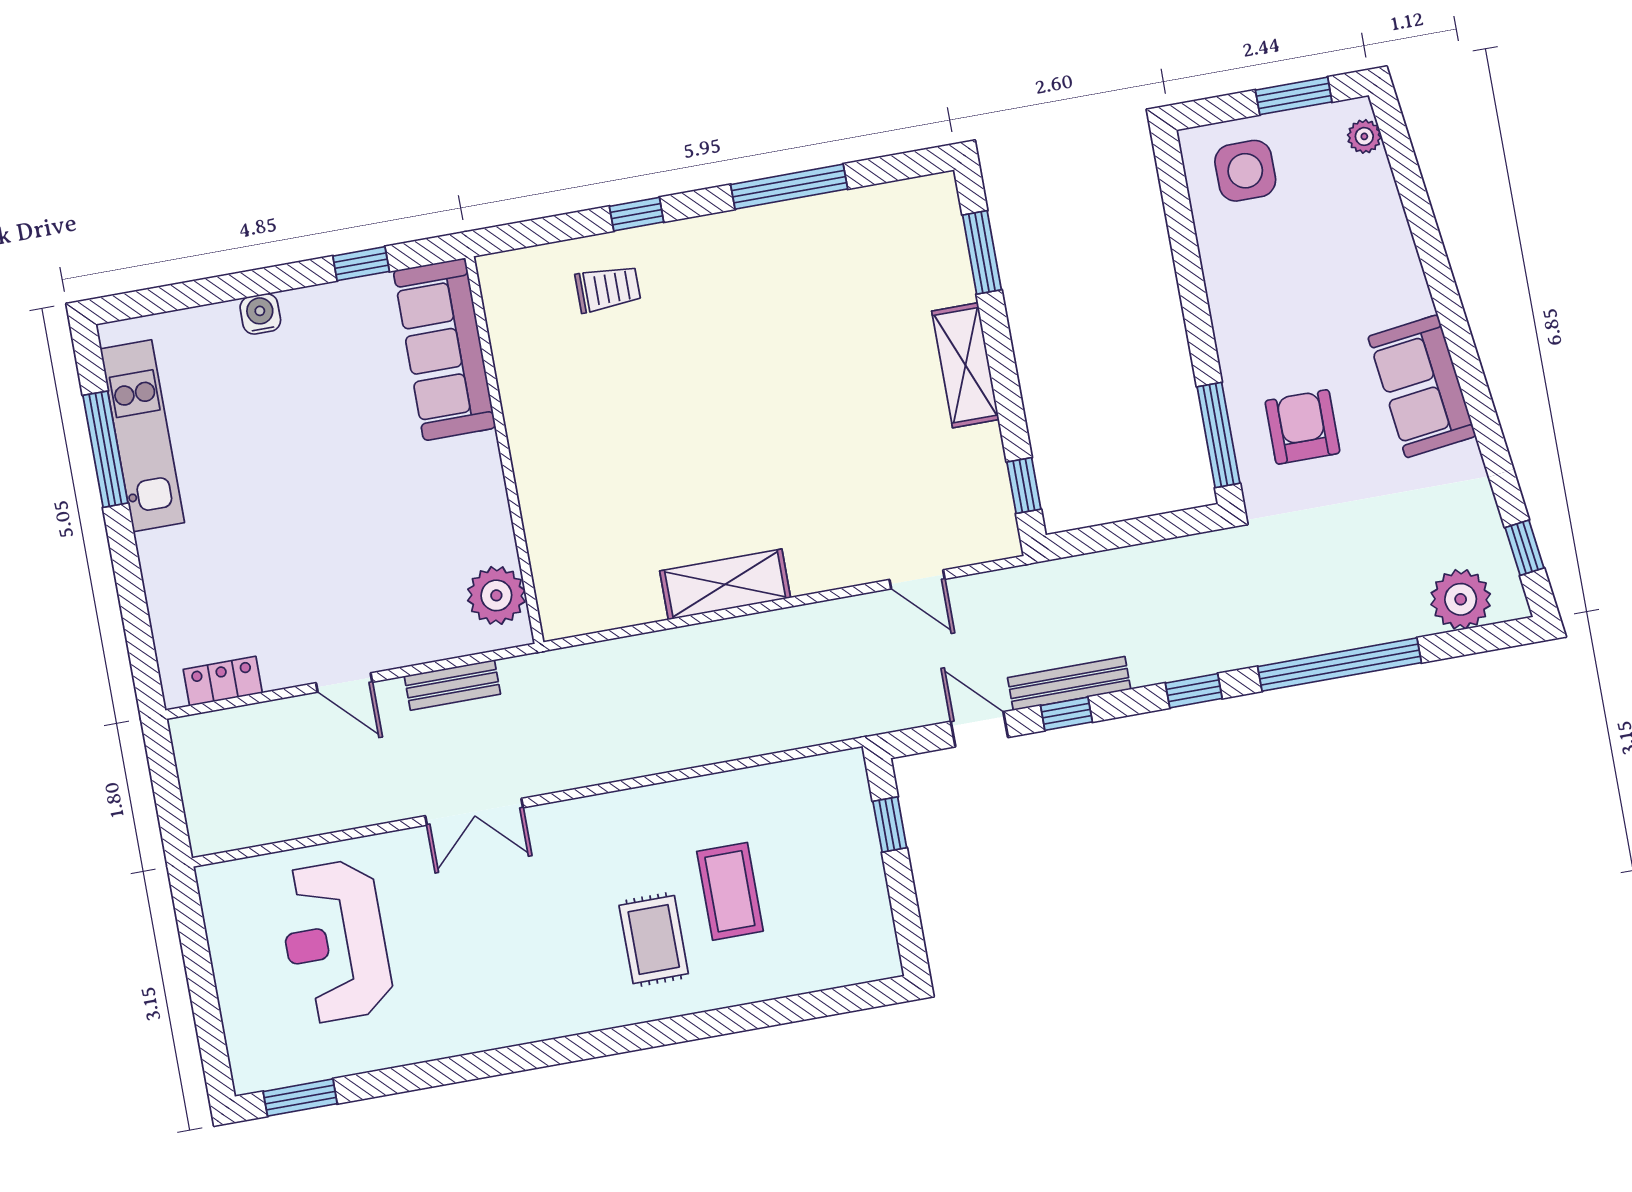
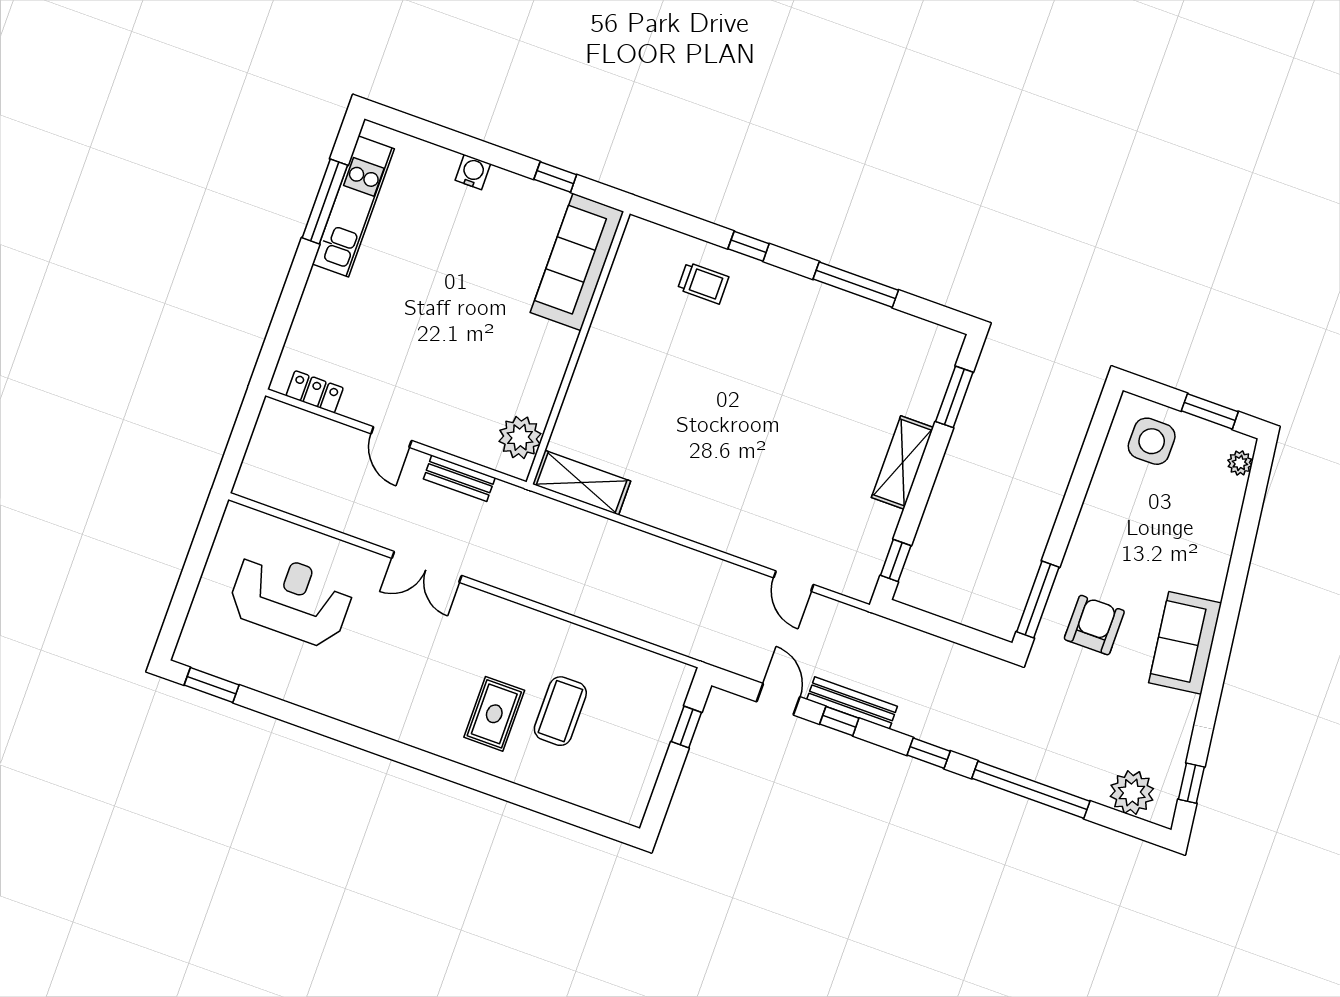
shelving: (725, 584) -> (582, 483), moved
reception desk: (335, 941) -> (291, 598), turned 90

